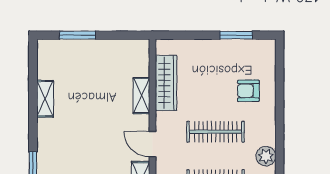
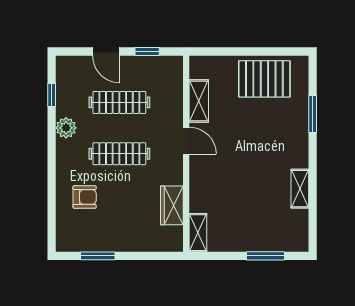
wardrobe: (166, 83) -> (172, 205), width x0.67
shelving: (141, 96) -> (198, 233), moved

